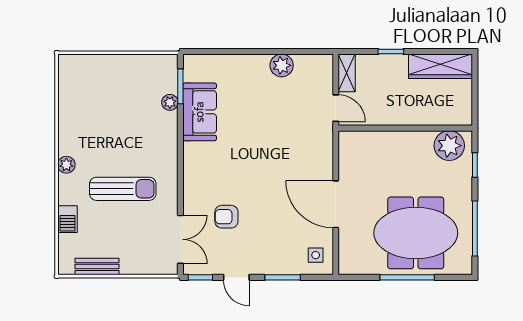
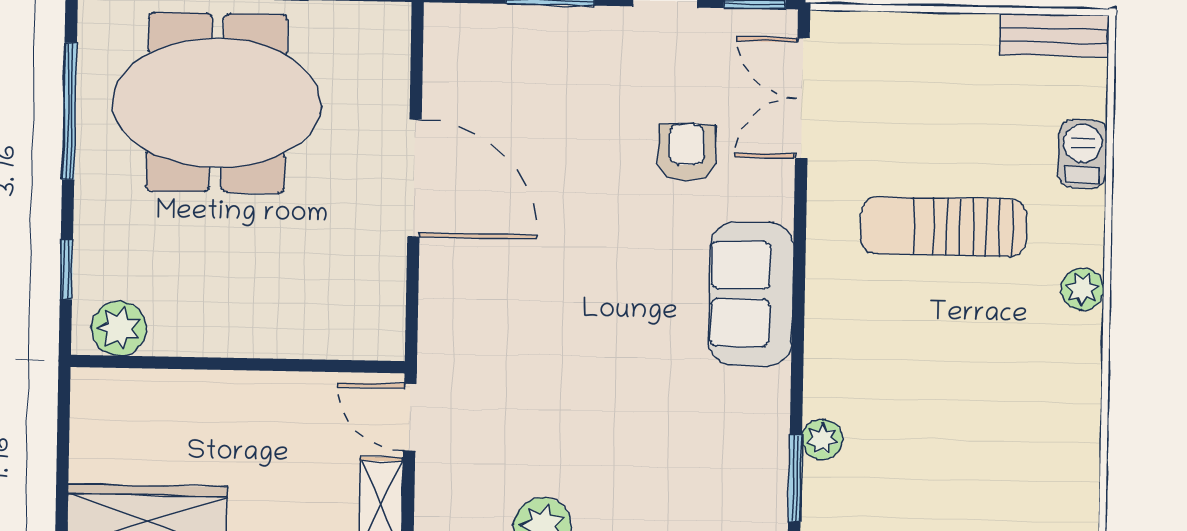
sofa: (200, 112) -> (751, 294), moved
plant: (449, 146) -> (119, 328), width x0.73, depth x0.73
armchair: (226, 217) -> (687, 152), turned -90
side table: (316, 255) -> (467, 53), removed
bench: (97, 267) -> (1054, 35), moved

